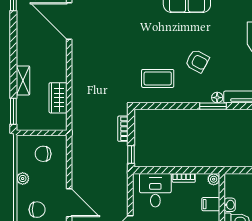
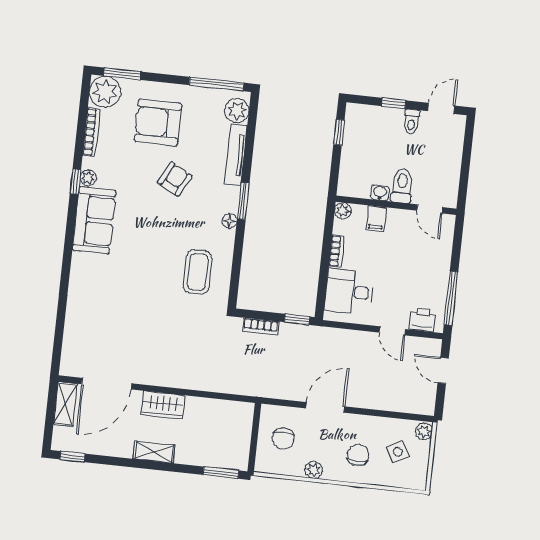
armchair: (197, 61) -> (175, 179), moved
shelving: (23, 80) -> (154, 452), moved
wardrobe: (58, 98) -> (163, 405), moved
floor lamp: (217, 98) -> (229, 221), moved
door: (69, 203) -> (325, 407), moved

